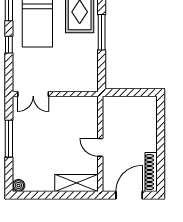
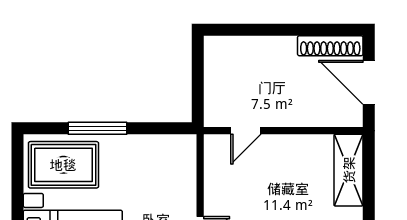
door: (100, 147) -> (246, 131), moved

